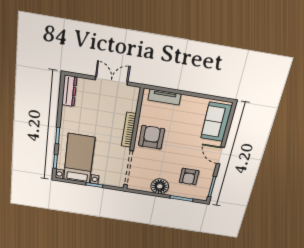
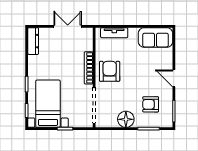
sofa: (216, 122) -> (155, 38), moved, turned -90
armchair: (189, 177) -> (151, 104), turned 90

